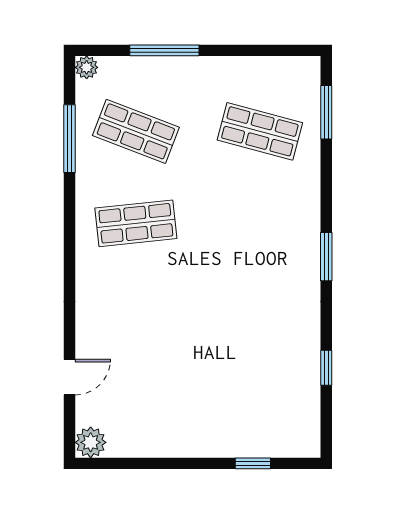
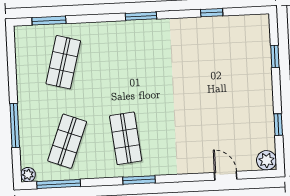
window: (70, 139) -> (59, 184), moved
window: (70, 241) -> (139, 180), added
window: (146, 463) -> (278, 125), added

